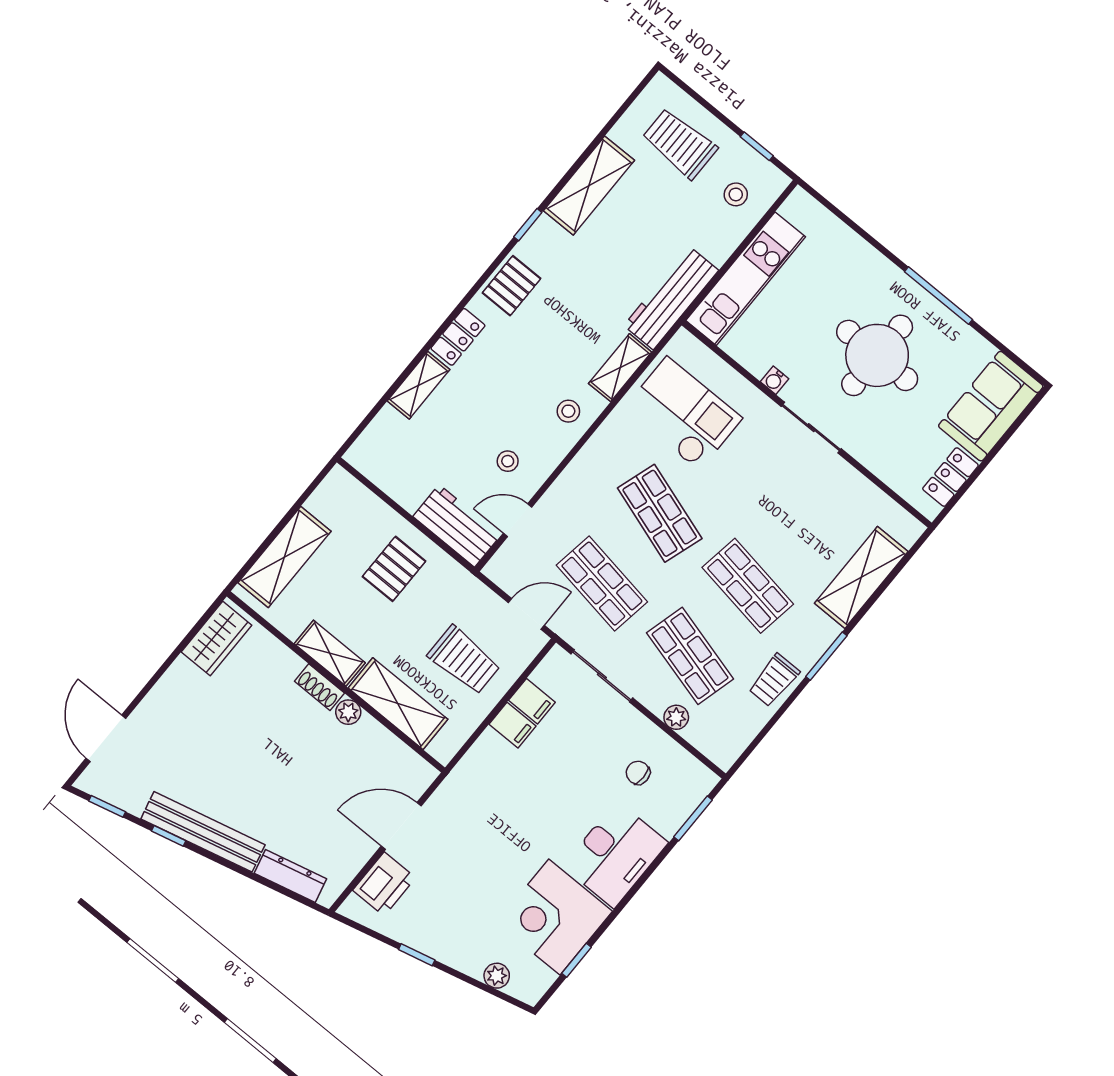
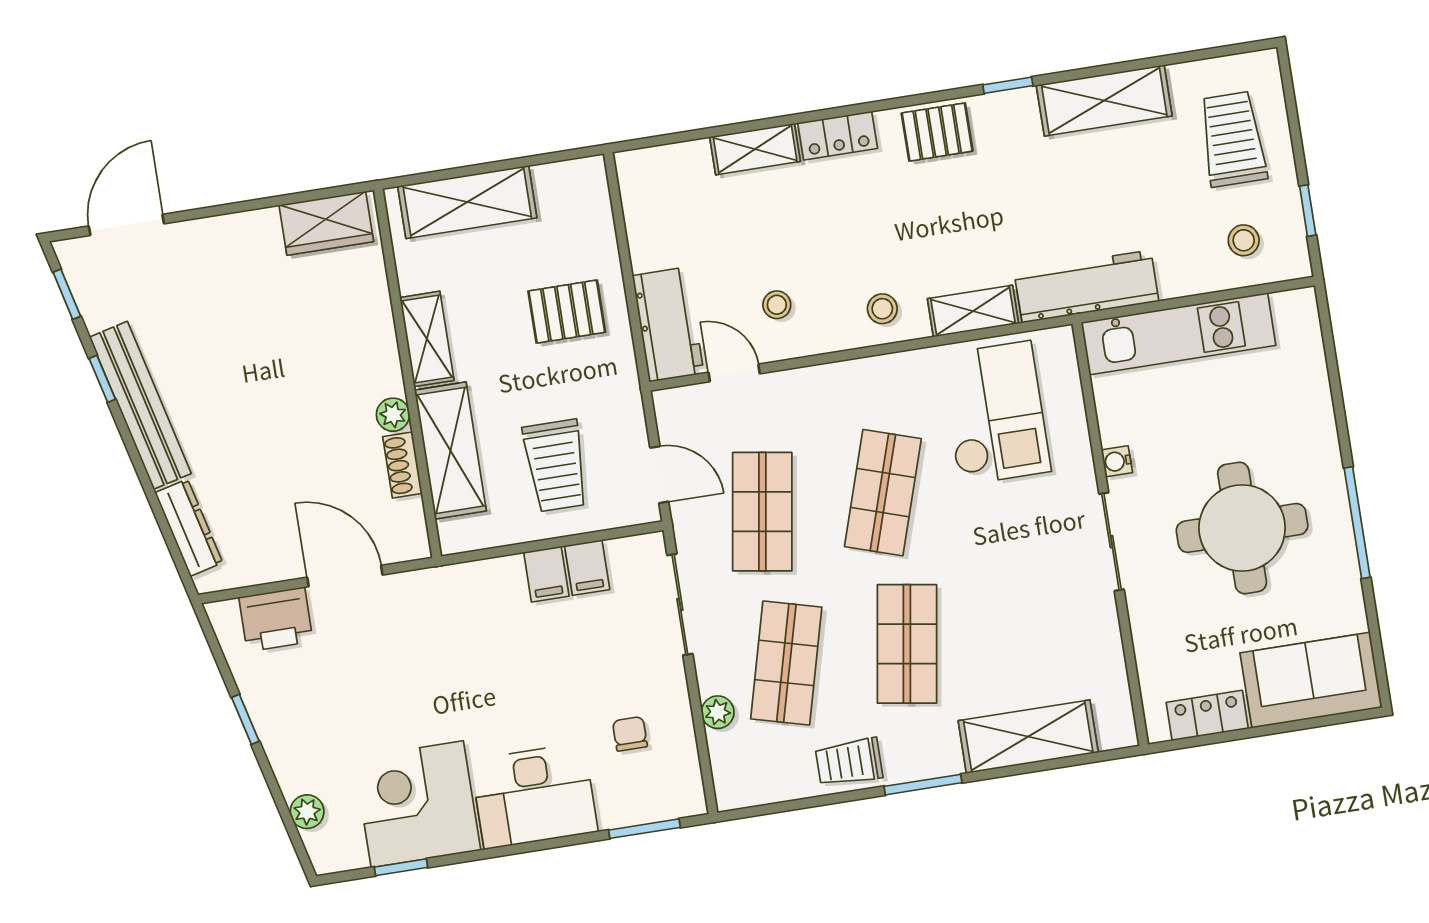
shoe rack: (319, 687) -> (402, 465), moved

